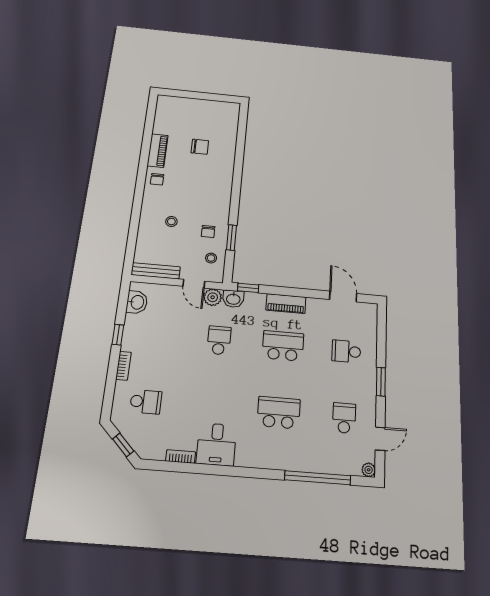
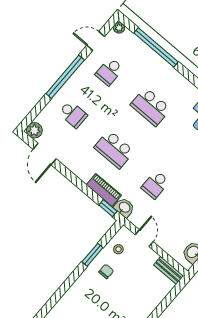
stool: (171, 221) -> (127, 298), removed
bench: (156, 271) -> (169, 270), width x0.73
plant: (213, 297) -> (34, 130), moved
piano: (286, 304) -> (104, 190), moved
window: (381, 382) -> (65, 77), width x2.11

